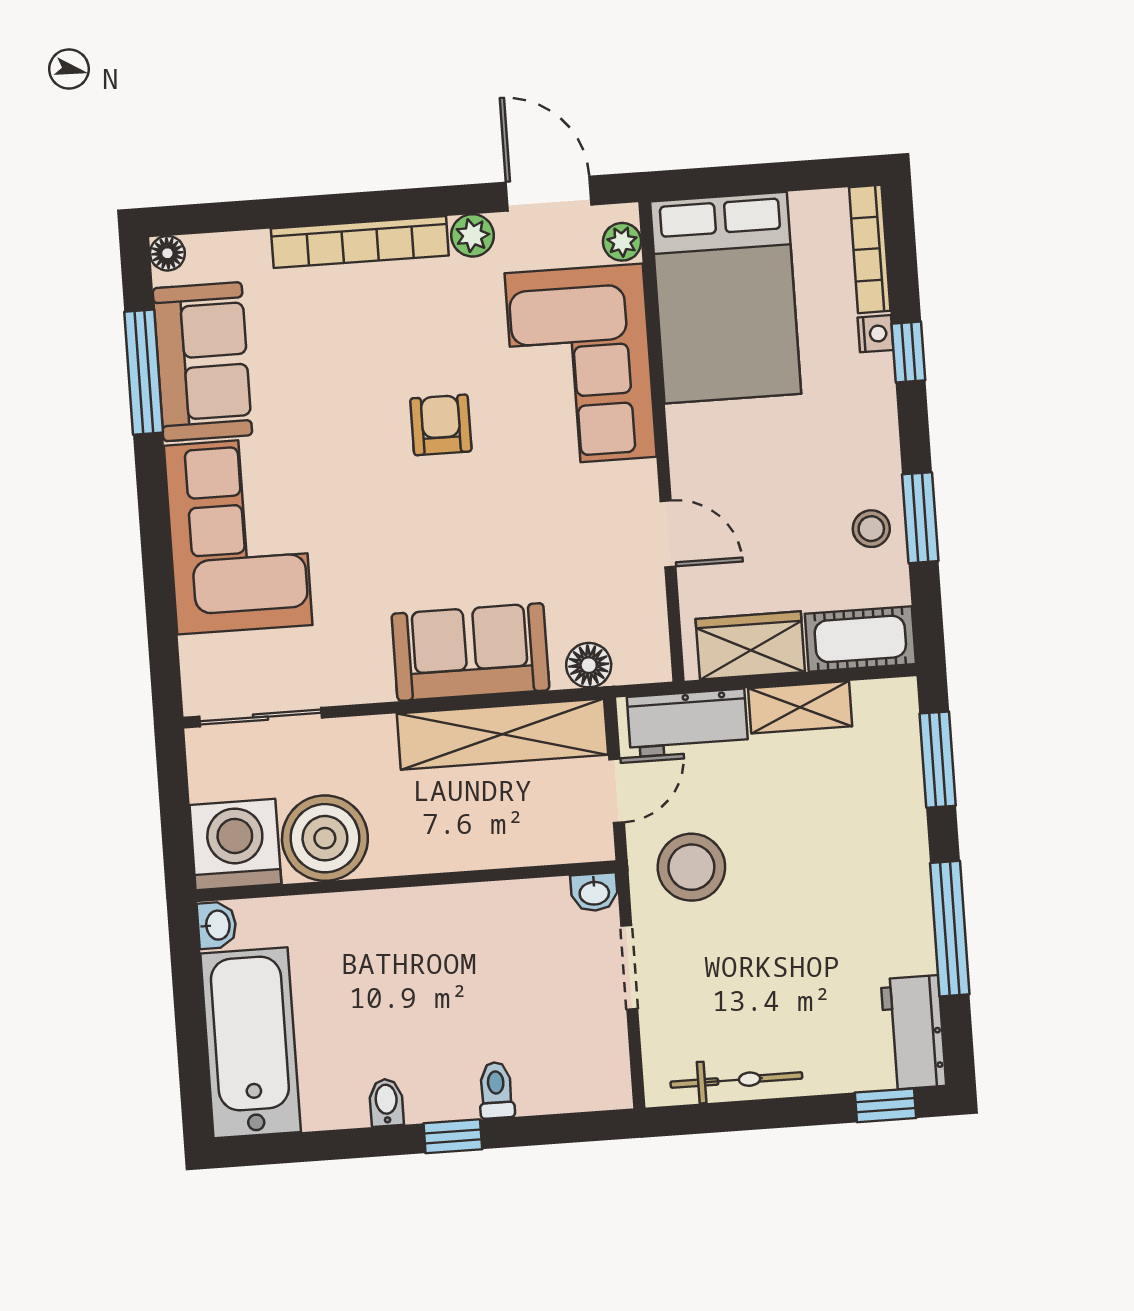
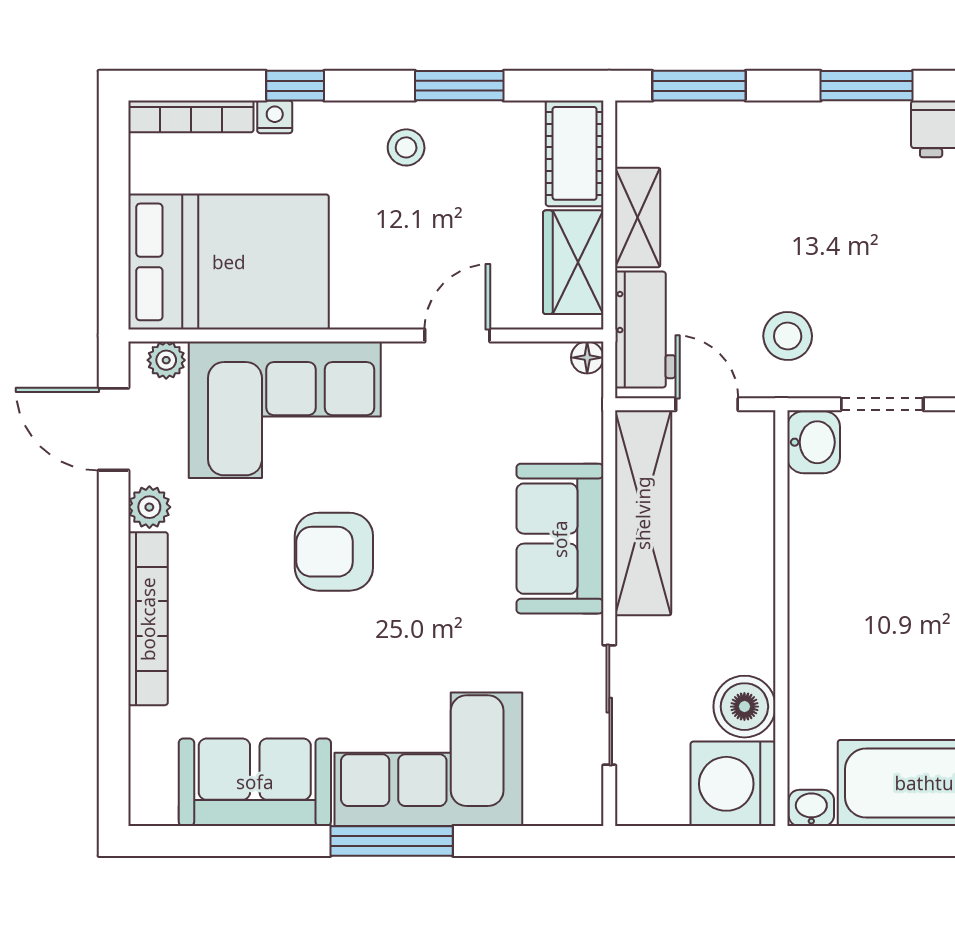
door: (549, 194) -> (114, 429), hinge flipped
floor lamp: (167, 253) -> (145, 809), removed
window: (144, 372) -> (392, 841), moved
armchair: (441, 425) -> (334, 552), width x1.38, depth x1.38
stool: (871, 529) -> (406, 147), moved
floor lamp: (589, 665) -> (587, 358), moved, width x0.73, depth x0.73
sliding door: (260, 717) -> (609, 705), moved
boiler: (325, 838) -> (744, 707), width x0.73, depth x0.73
stool: (691, 867) -> (788, 336), width x0.73, depth x0.73
washbasin: (594, 892) -> (814, 442), width x1.38, depth x1.45
window: (950, 929) -> (867, 86), width x0.69

